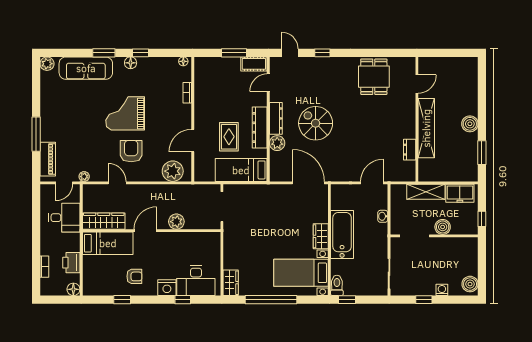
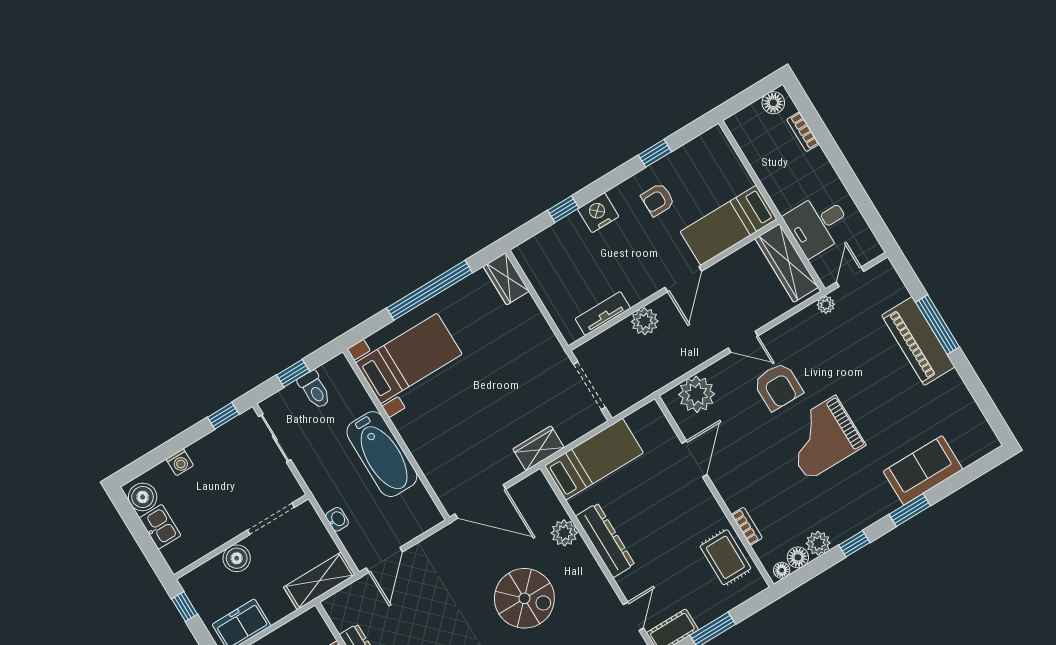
floor lamp: (131, 63) -> (798, 557), moved
plant: (47, 64) -> (818, 543), moved
sofa: (86, 68) -> (923, 470), width x0.73
grand piano: (125, 113) -> (822, 438), turned 180
dresser: (276, 118) -> (589, 569), removed
rug: (229, 137) -> (725, 557), moved
piano: (48, 159) -> (918, 341), moved, width x1.37, depth x1.33
door: (117, 183) -> (743, 342), moved
shelving: (426, 192) -> (319, 581), moved
wardrobe: (104, 221) -> (787, 263), moved, turned 90
wardrobe: (321, 236) -> (539, 448), moved, turned -90
tv unit: (194, 238) -> (603, 313), added
printer: (71, 263) -> (766, 163), removed
kitchen sink: (470, 265) -> (160, 527), added
desk: (196, 281) -> (561, 250), removed
toilet: (337, 285) -> (315, 390), moved
floor lamp: (73, 289) -> (773, 103), moved
window: (347, 300) -> (293, 373), moved
window: (424, 300) -> (223, 416), moved

